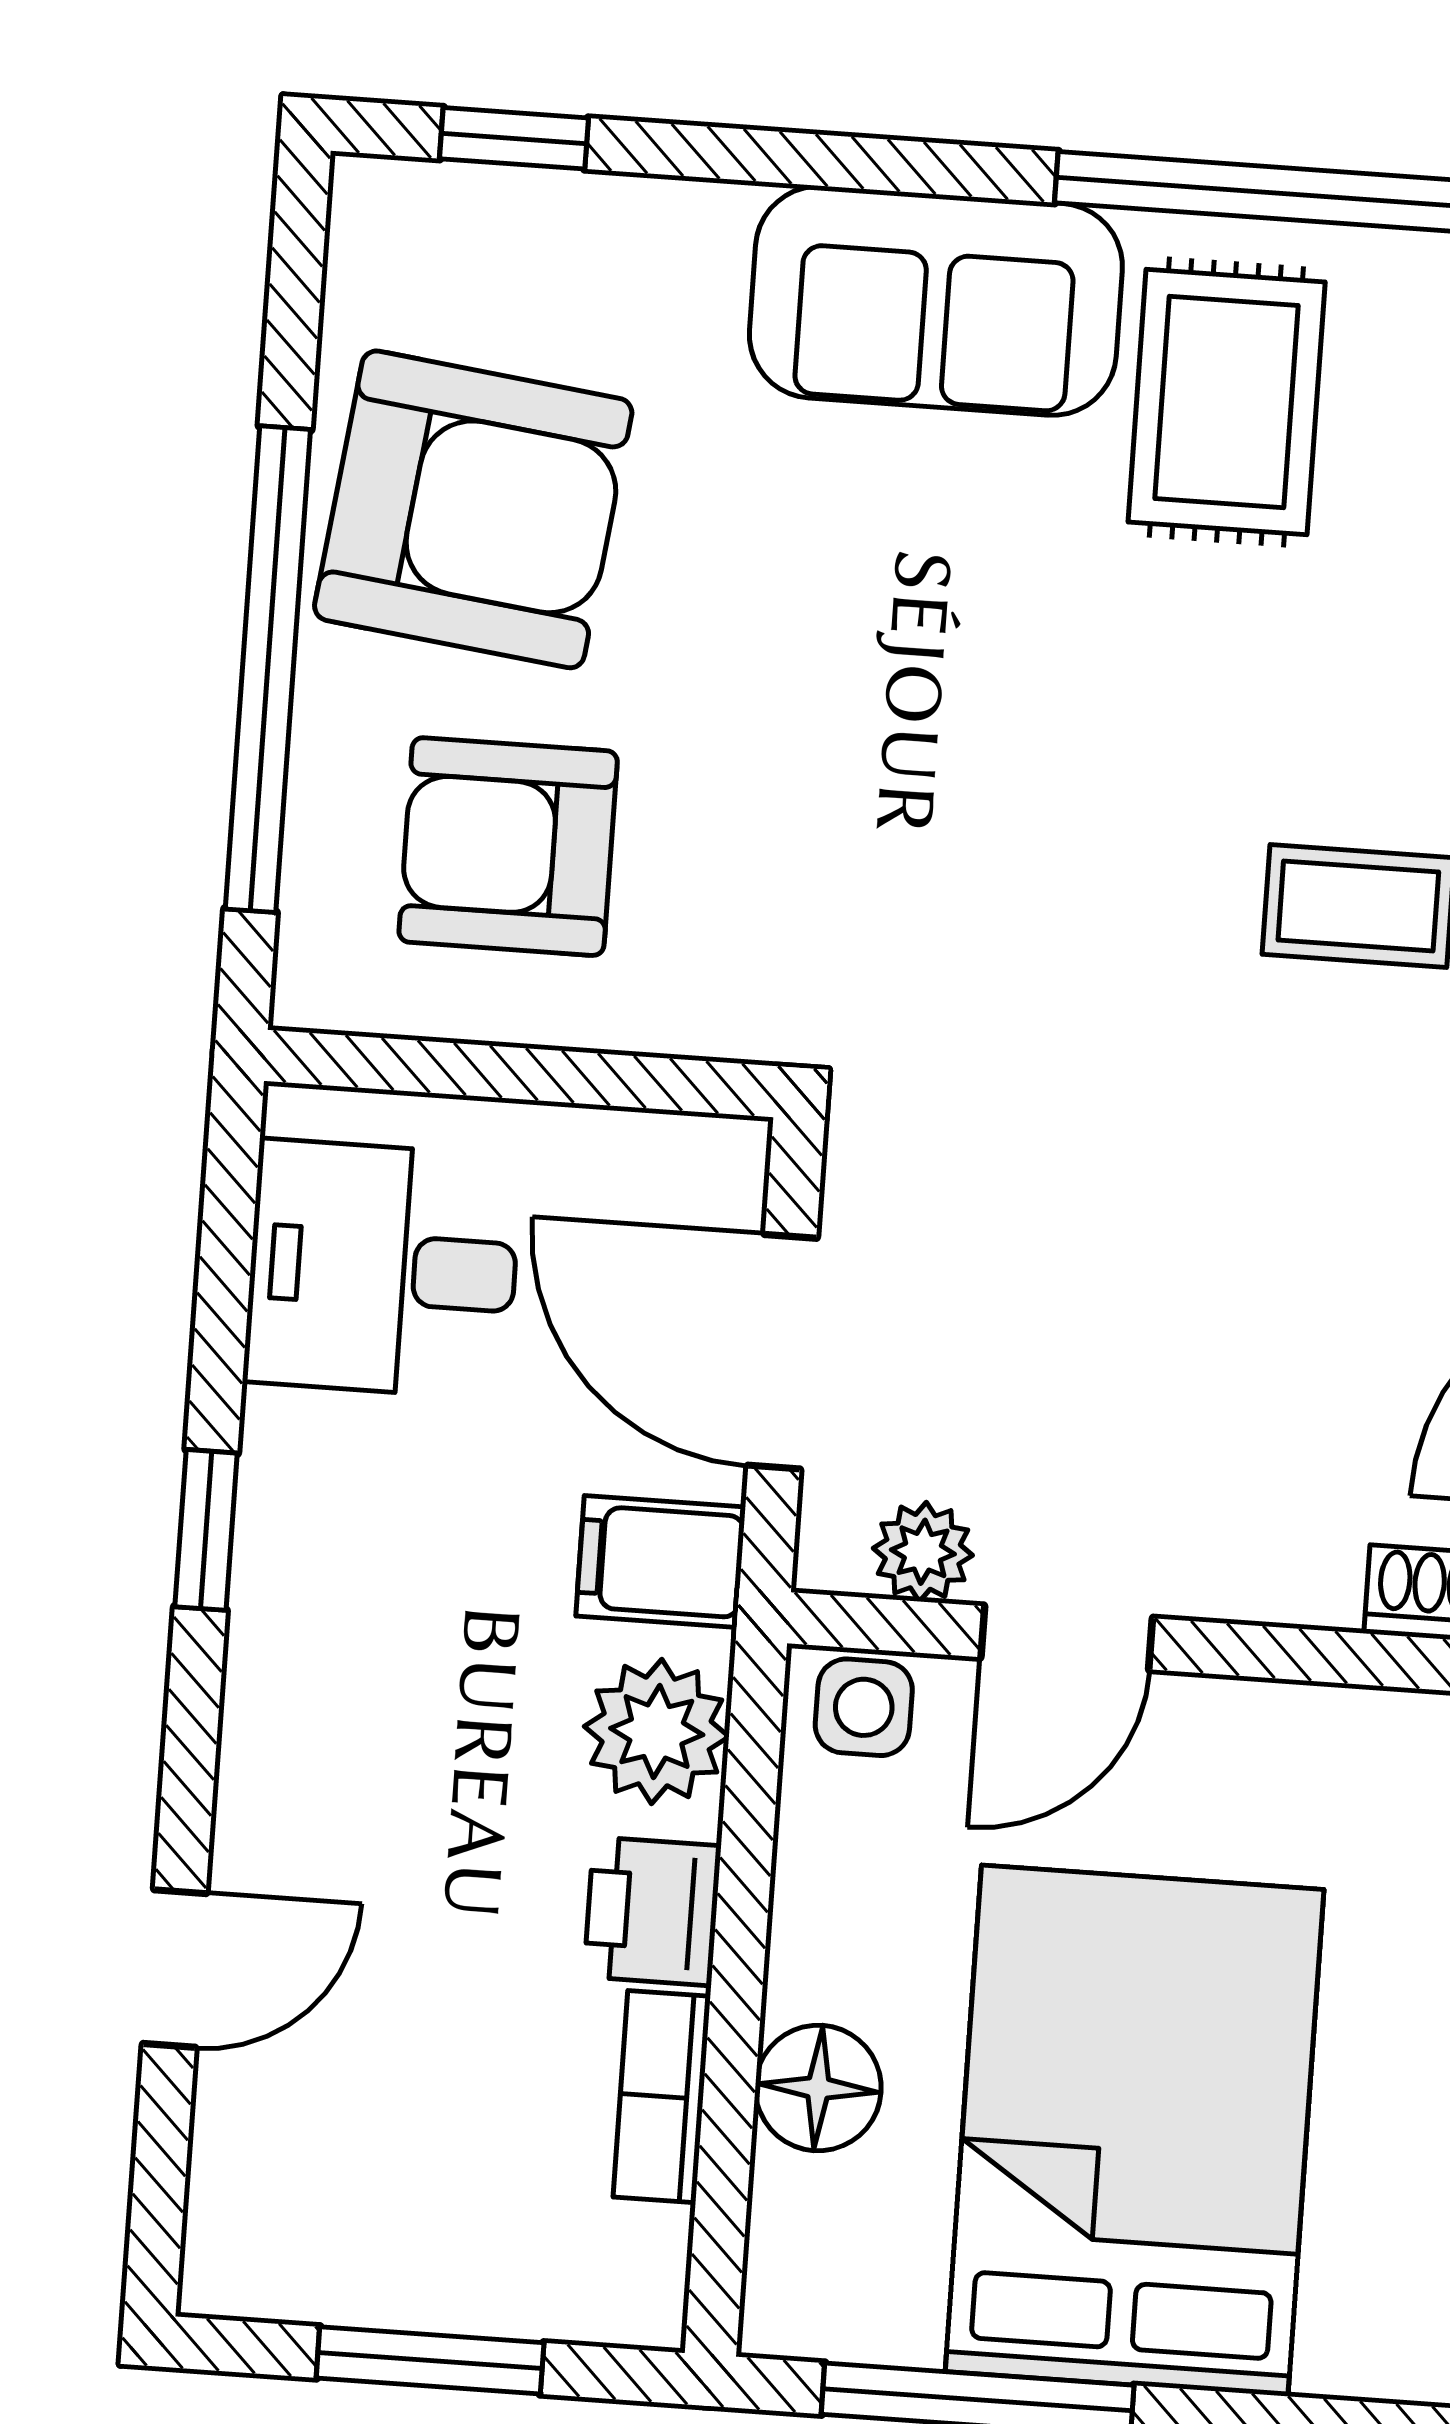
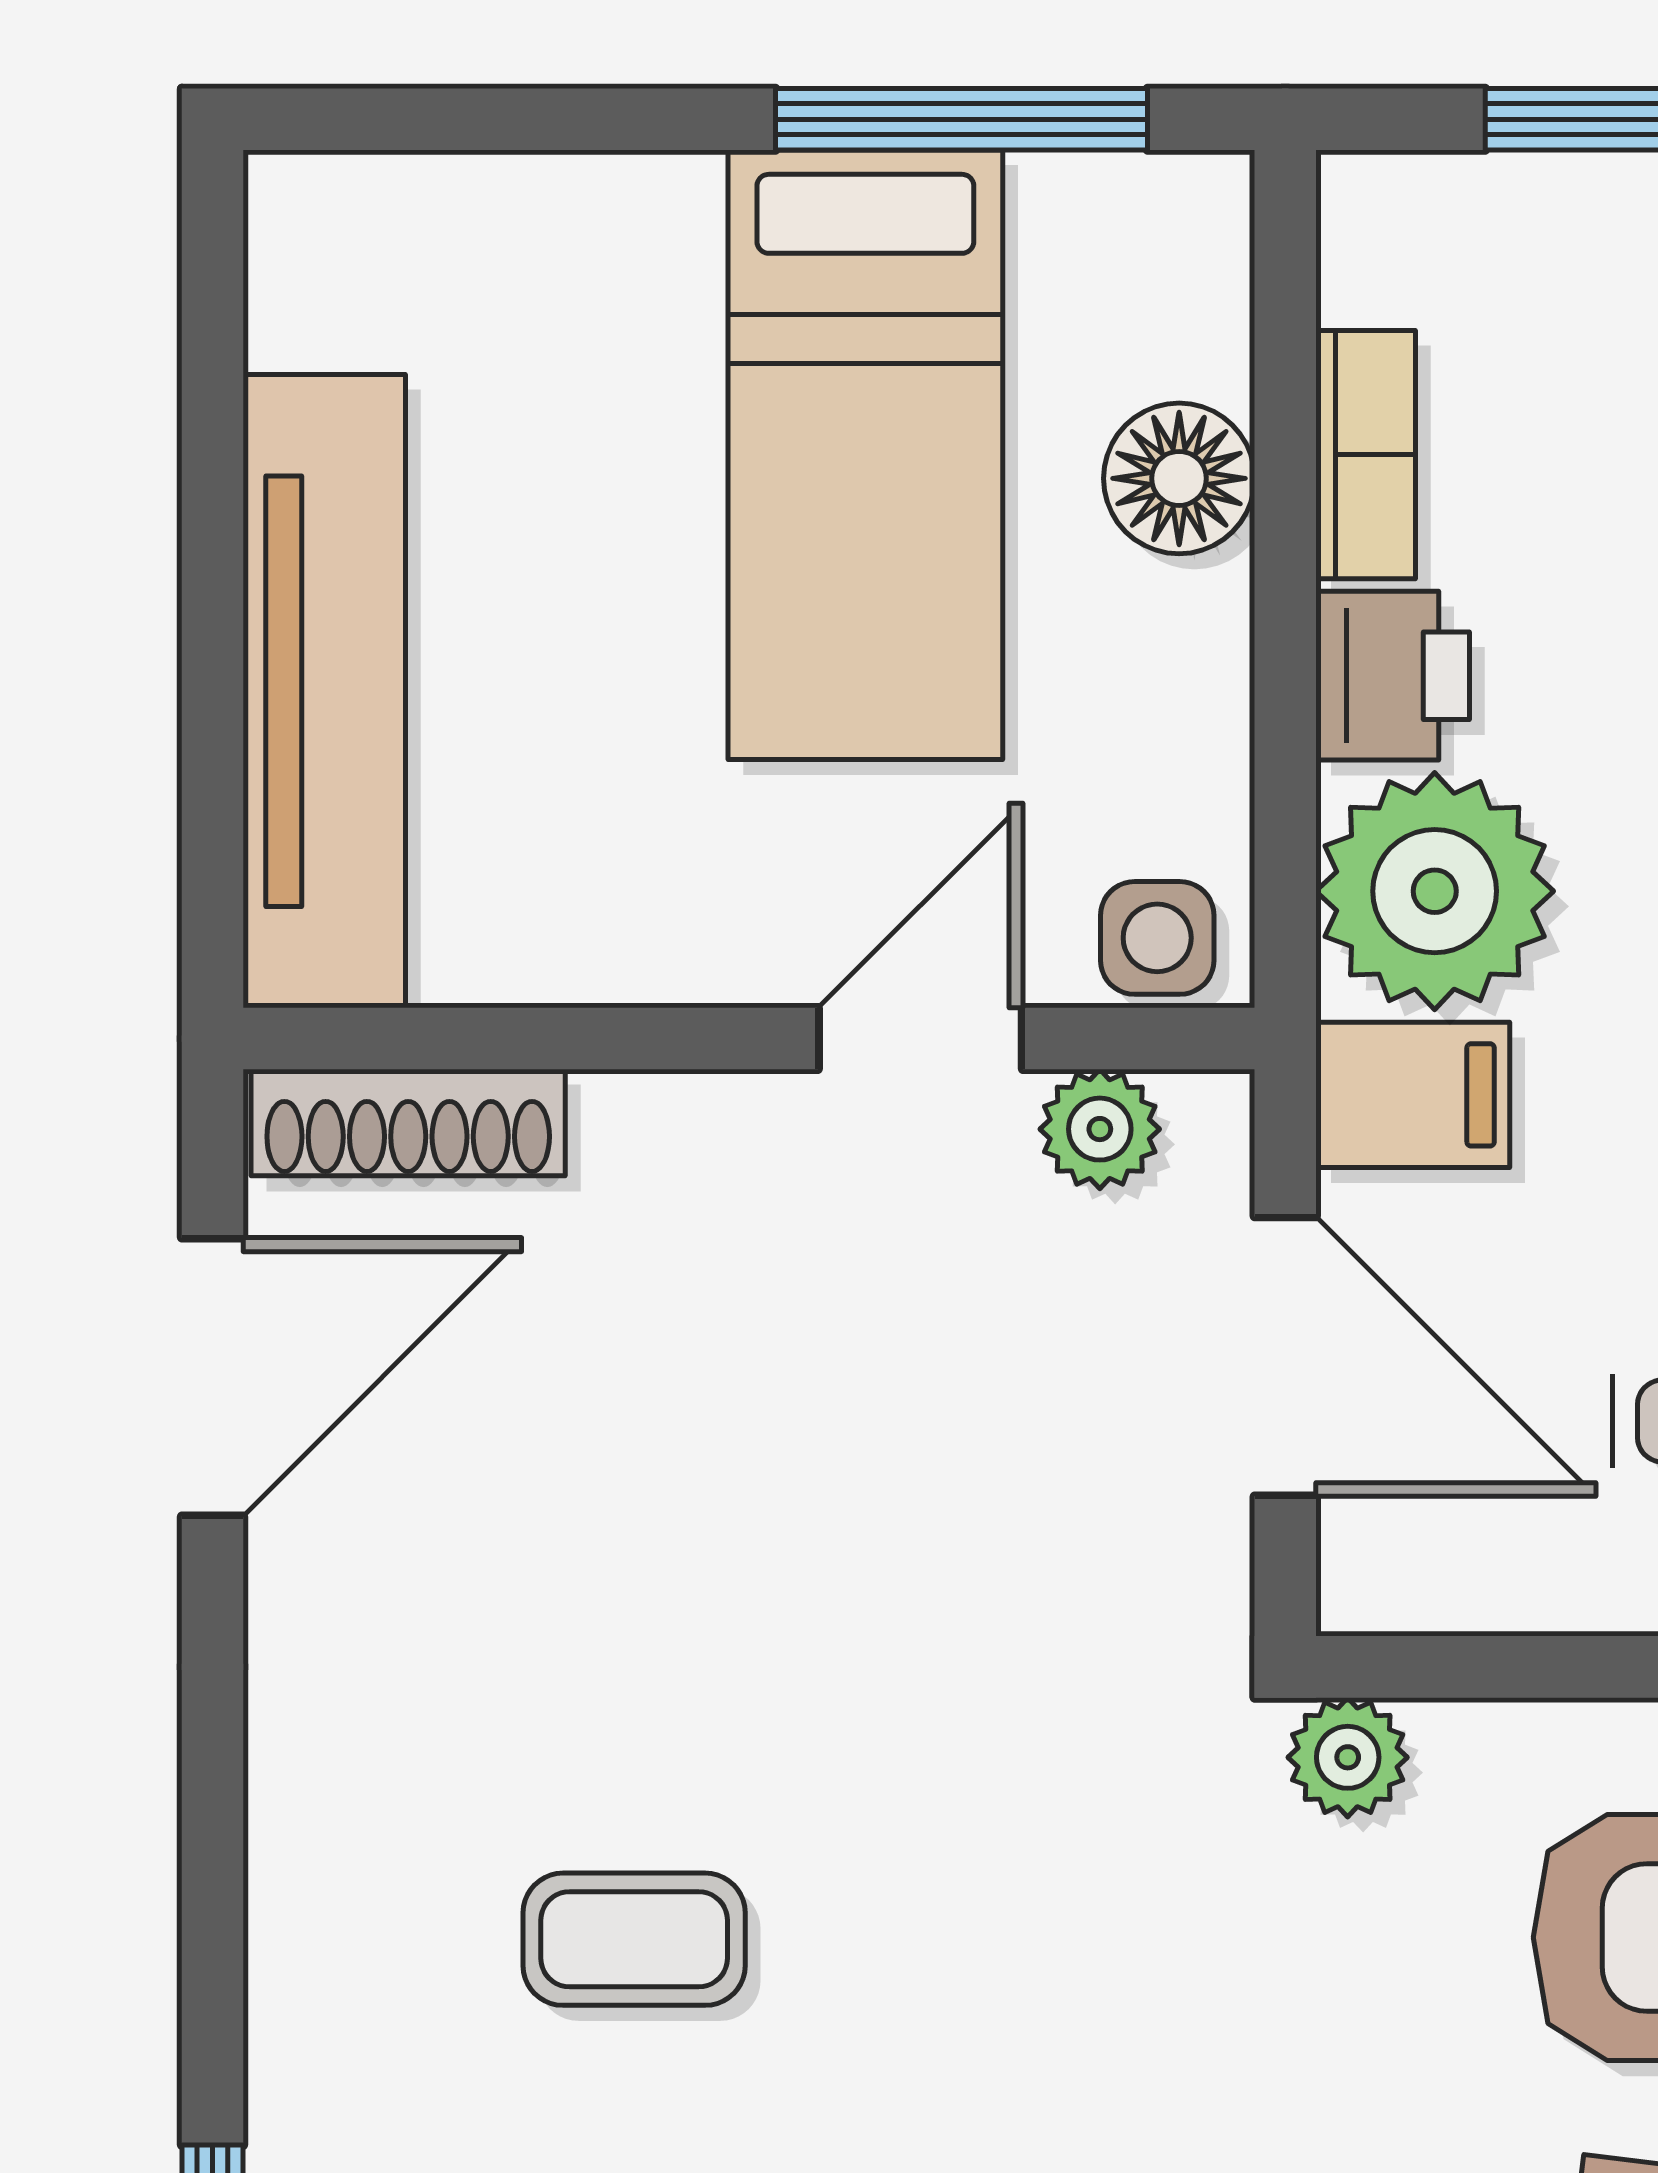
plant: (754, 1015) -> (1348, 1757), added
plant: (657, 1732) -> (1435, 891), width x1.36, depth x1.36
bed: (1135, 2131) -> (865, 455), width x0.67

